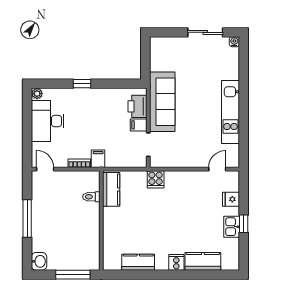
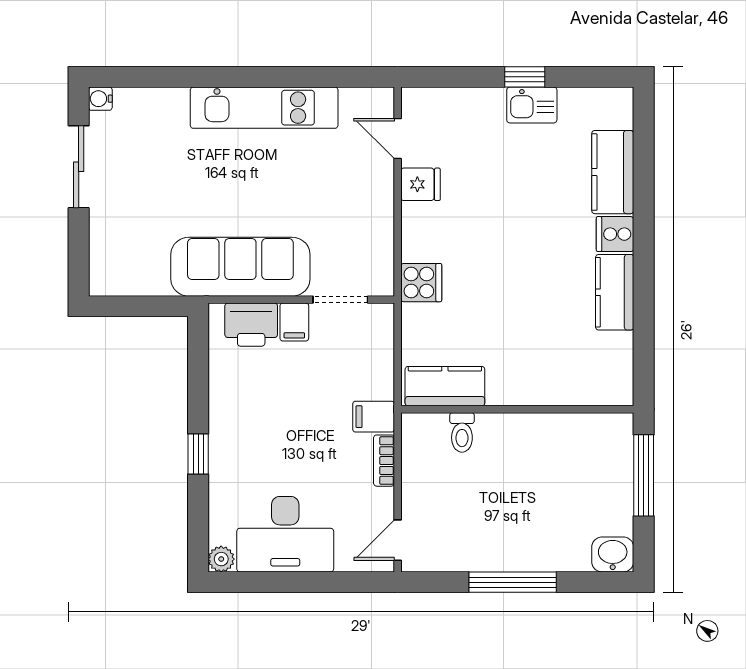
fridge: (231, 199) -> (421, 184), moved, turned -90
kitchen counter: (138, 262) -> (615, 292), moved

